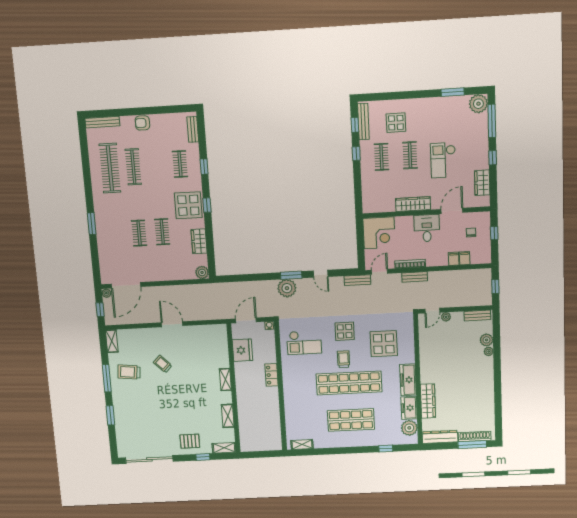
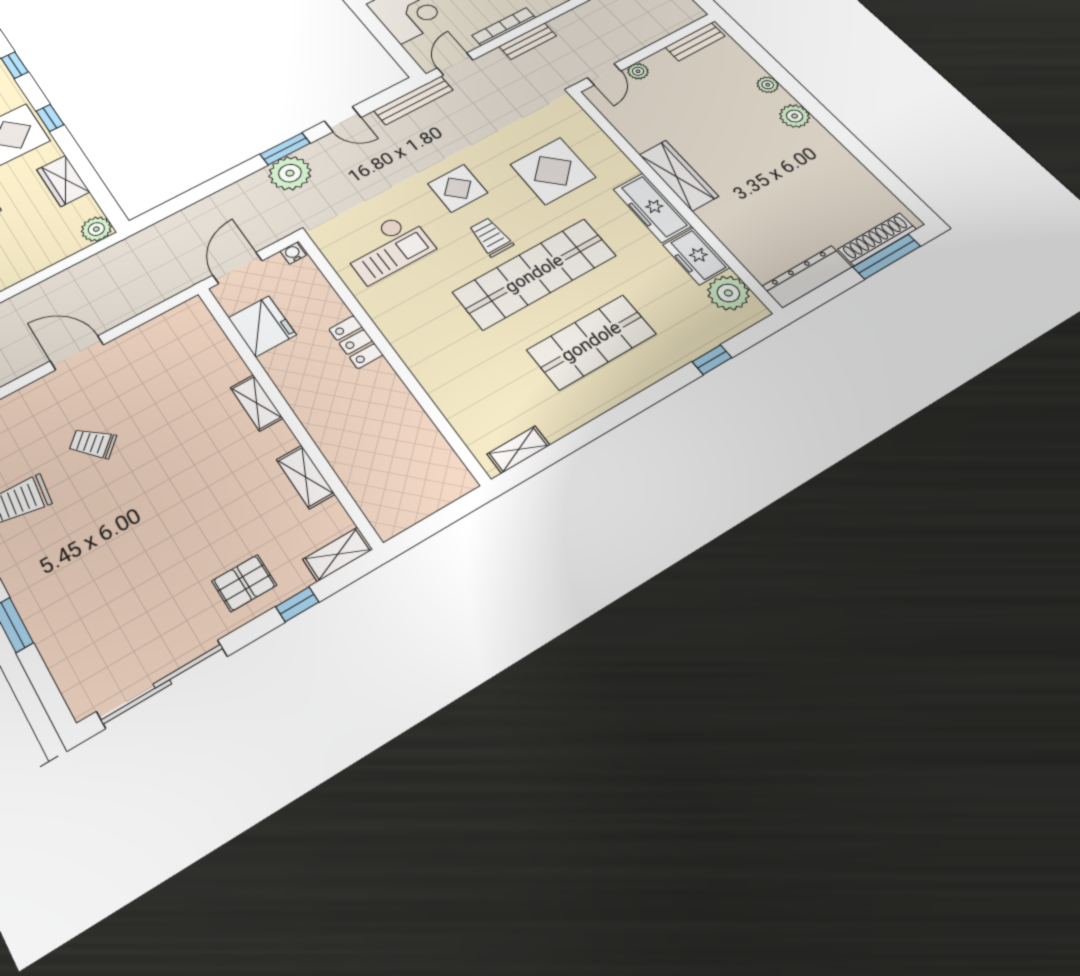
bench: (357, 280) -> (413, 100), width x1.36
plant: (487, 340) -> (795, 116), moved
wardrobe: (428, 401) -> (679, 175), moved

